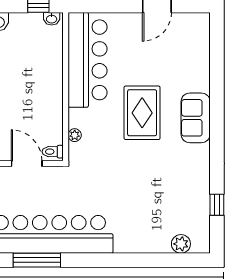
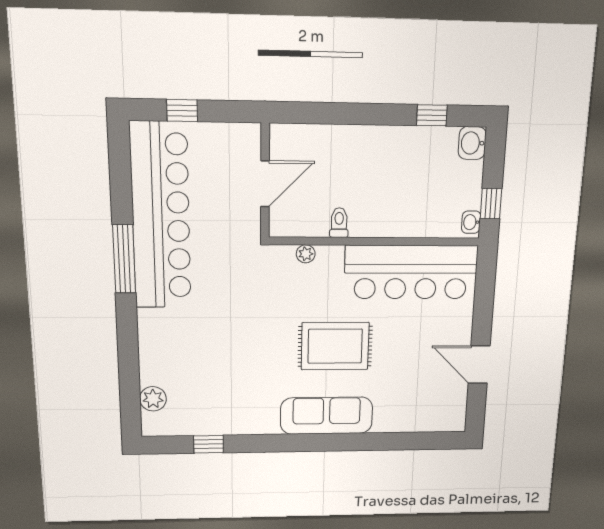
sofa: (196, 118) -> (327, 416), width x1.36
toilet: (53, 152) -> (339, 223), moved
window: (37, 260) -> (124, 259), moved

